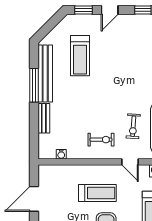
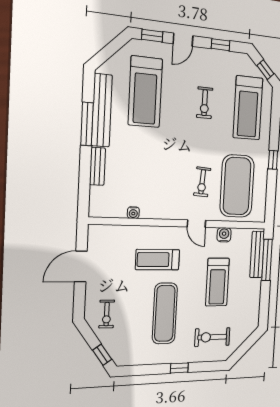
treadmill: (80, 56) -> (145, 92), width x1.37, depth x1.38
exercise bike: (101, 140) -> (205, 103), moved, turned 90
water cooler: (61, 154) -> (133, 213), moved
treadmill: (97, 193) -> (158, 260), turned 180

